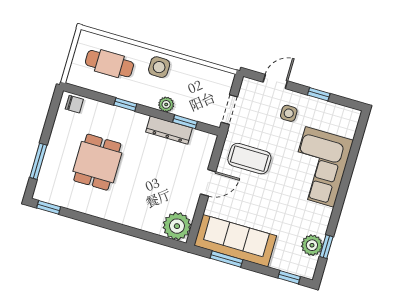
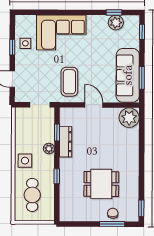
chair: (74, 104) -> (113, 213), moved
side table: (289, 113) -> (25, 43), moved

